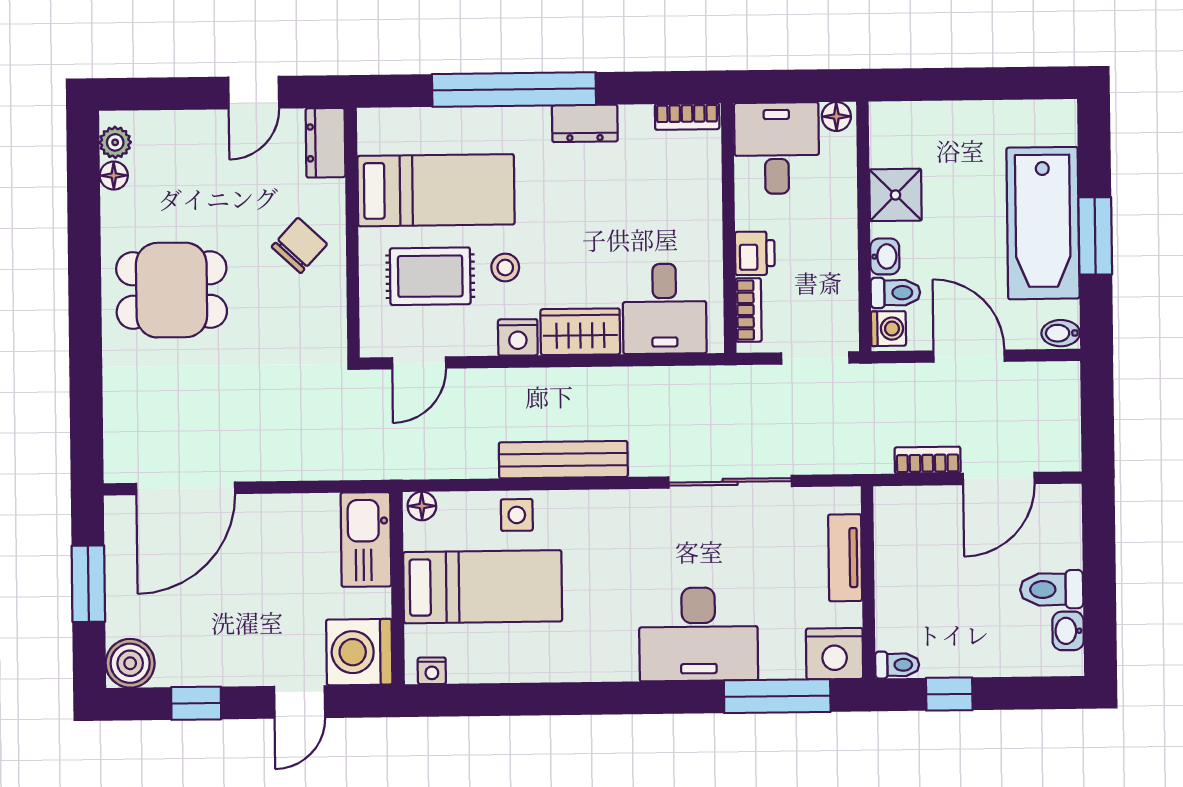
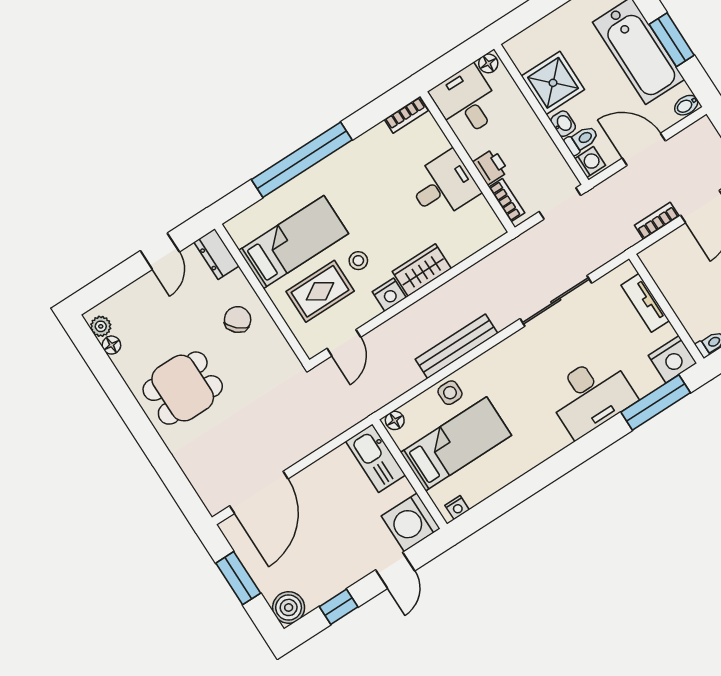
dresser: (585, 123) -> (352, 154), removed
shower: (895, 195) -> (553, 83), width x1.36, depth x1.36
desk: (665, 309) -> (444, 186), moved, turned -90

